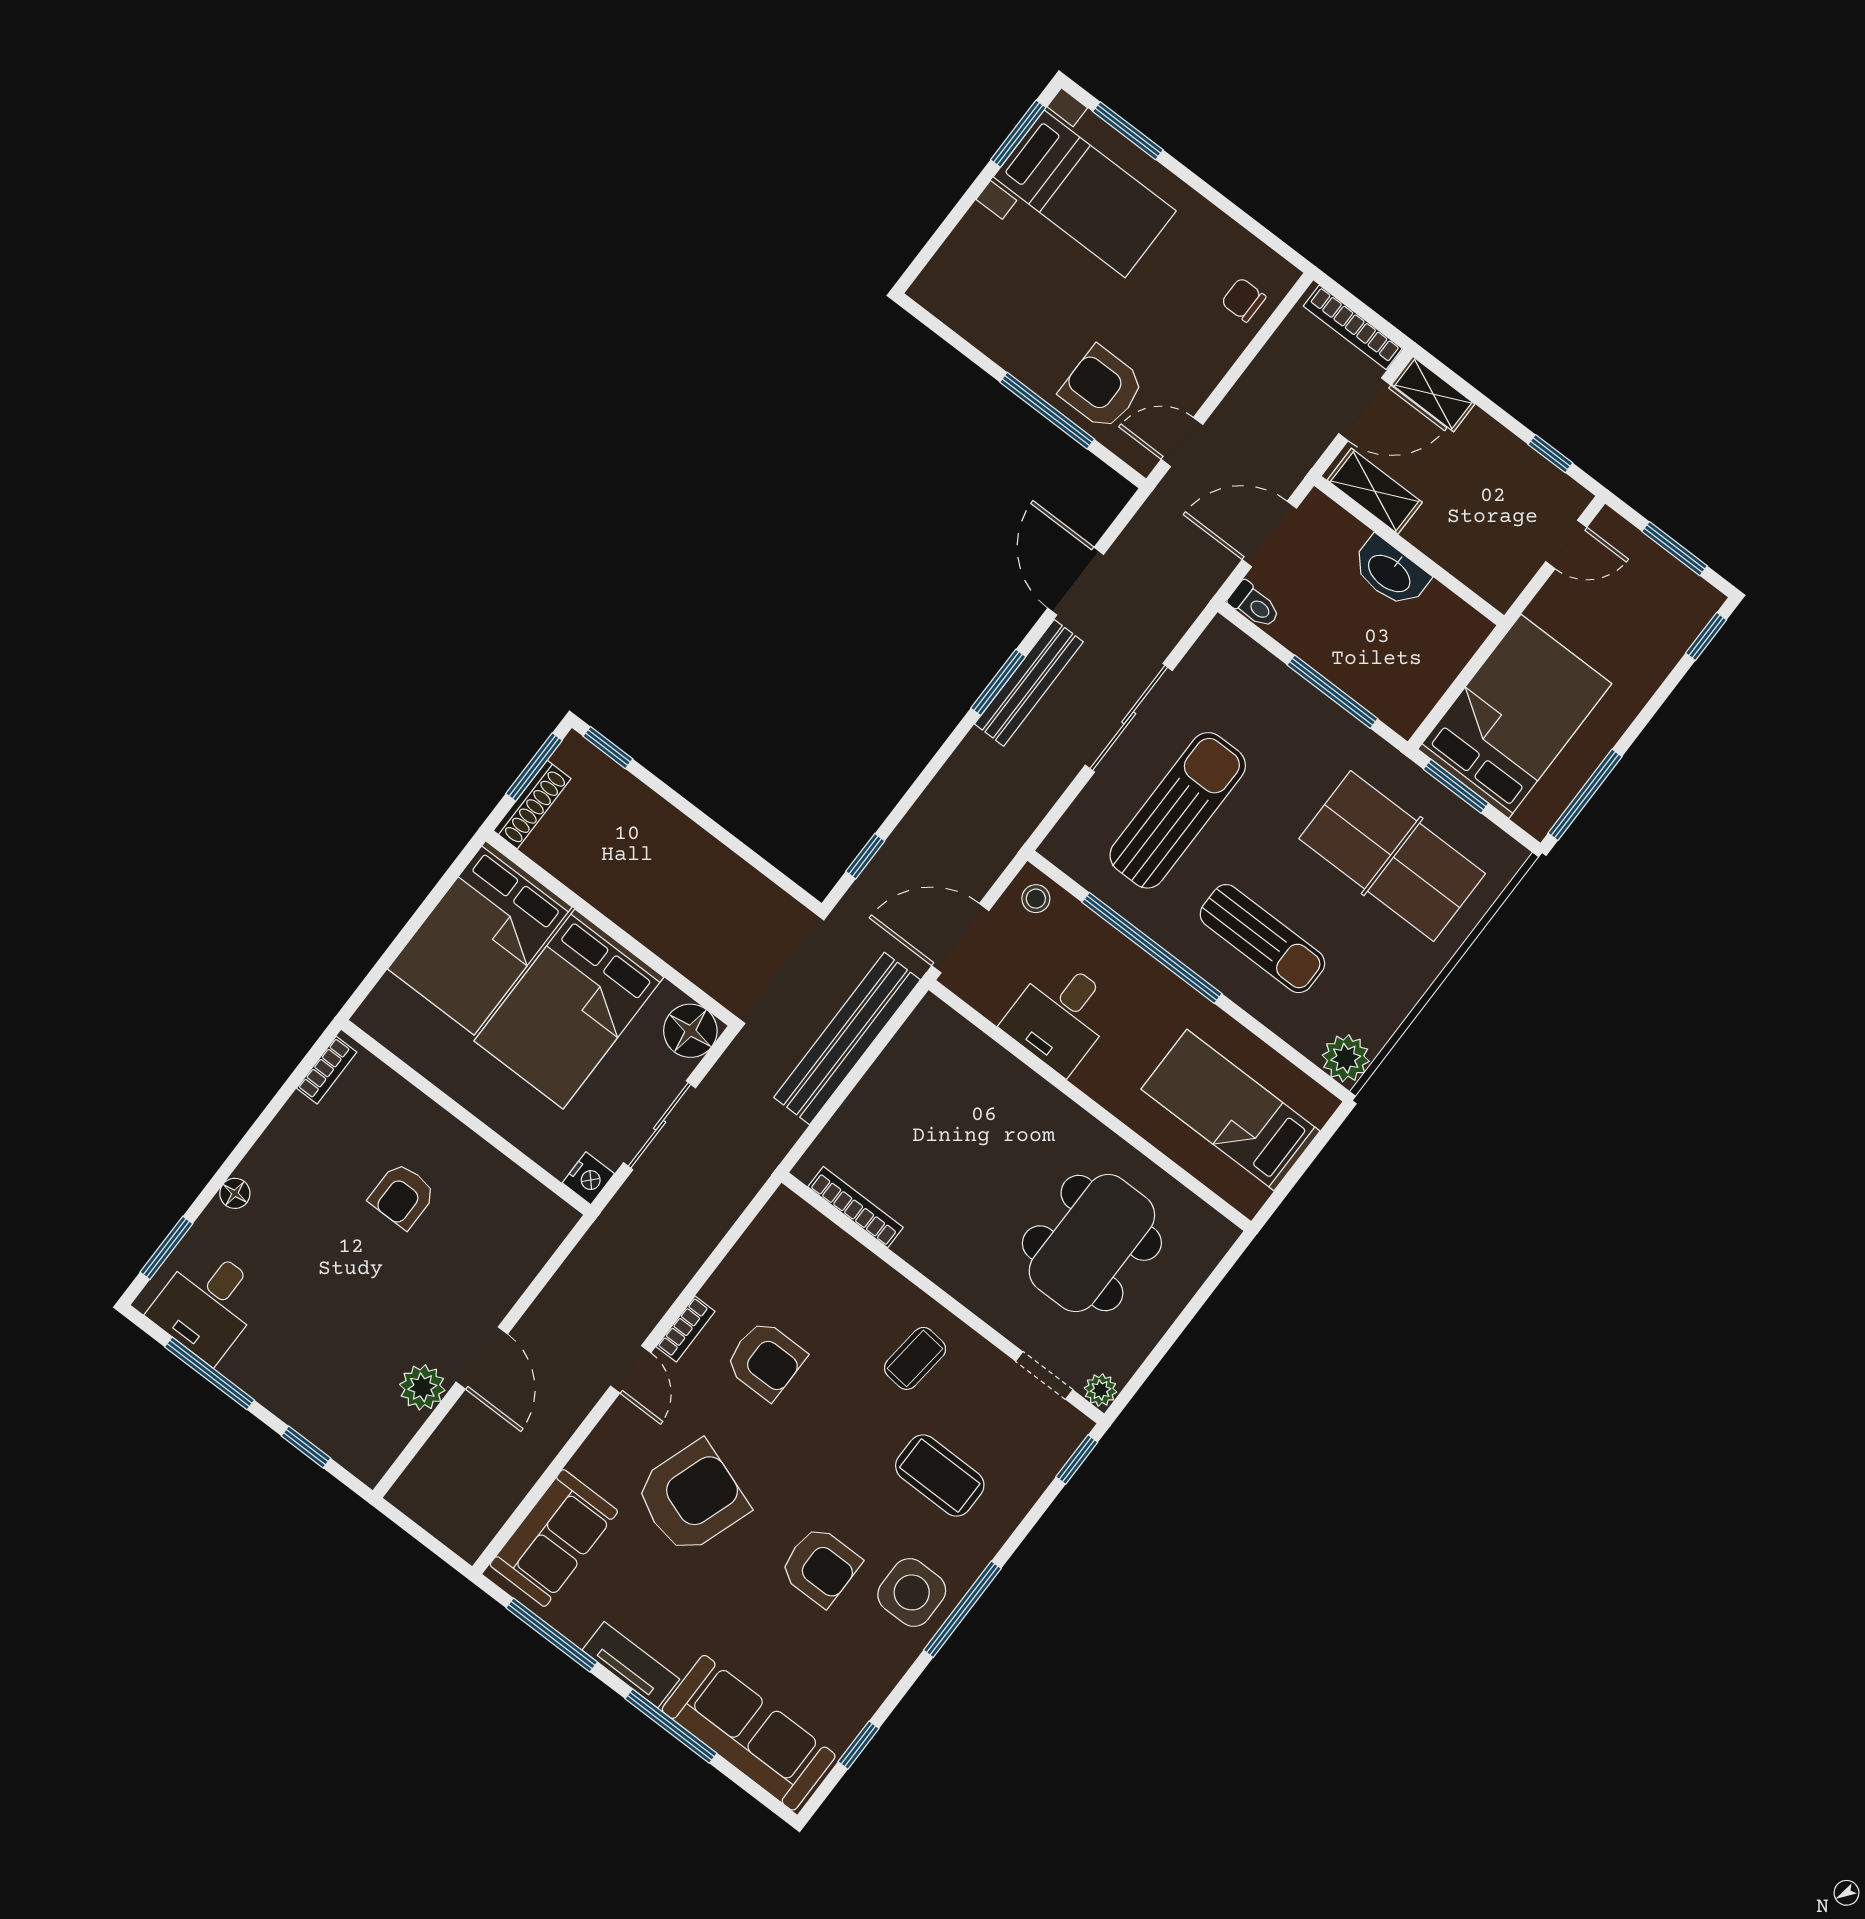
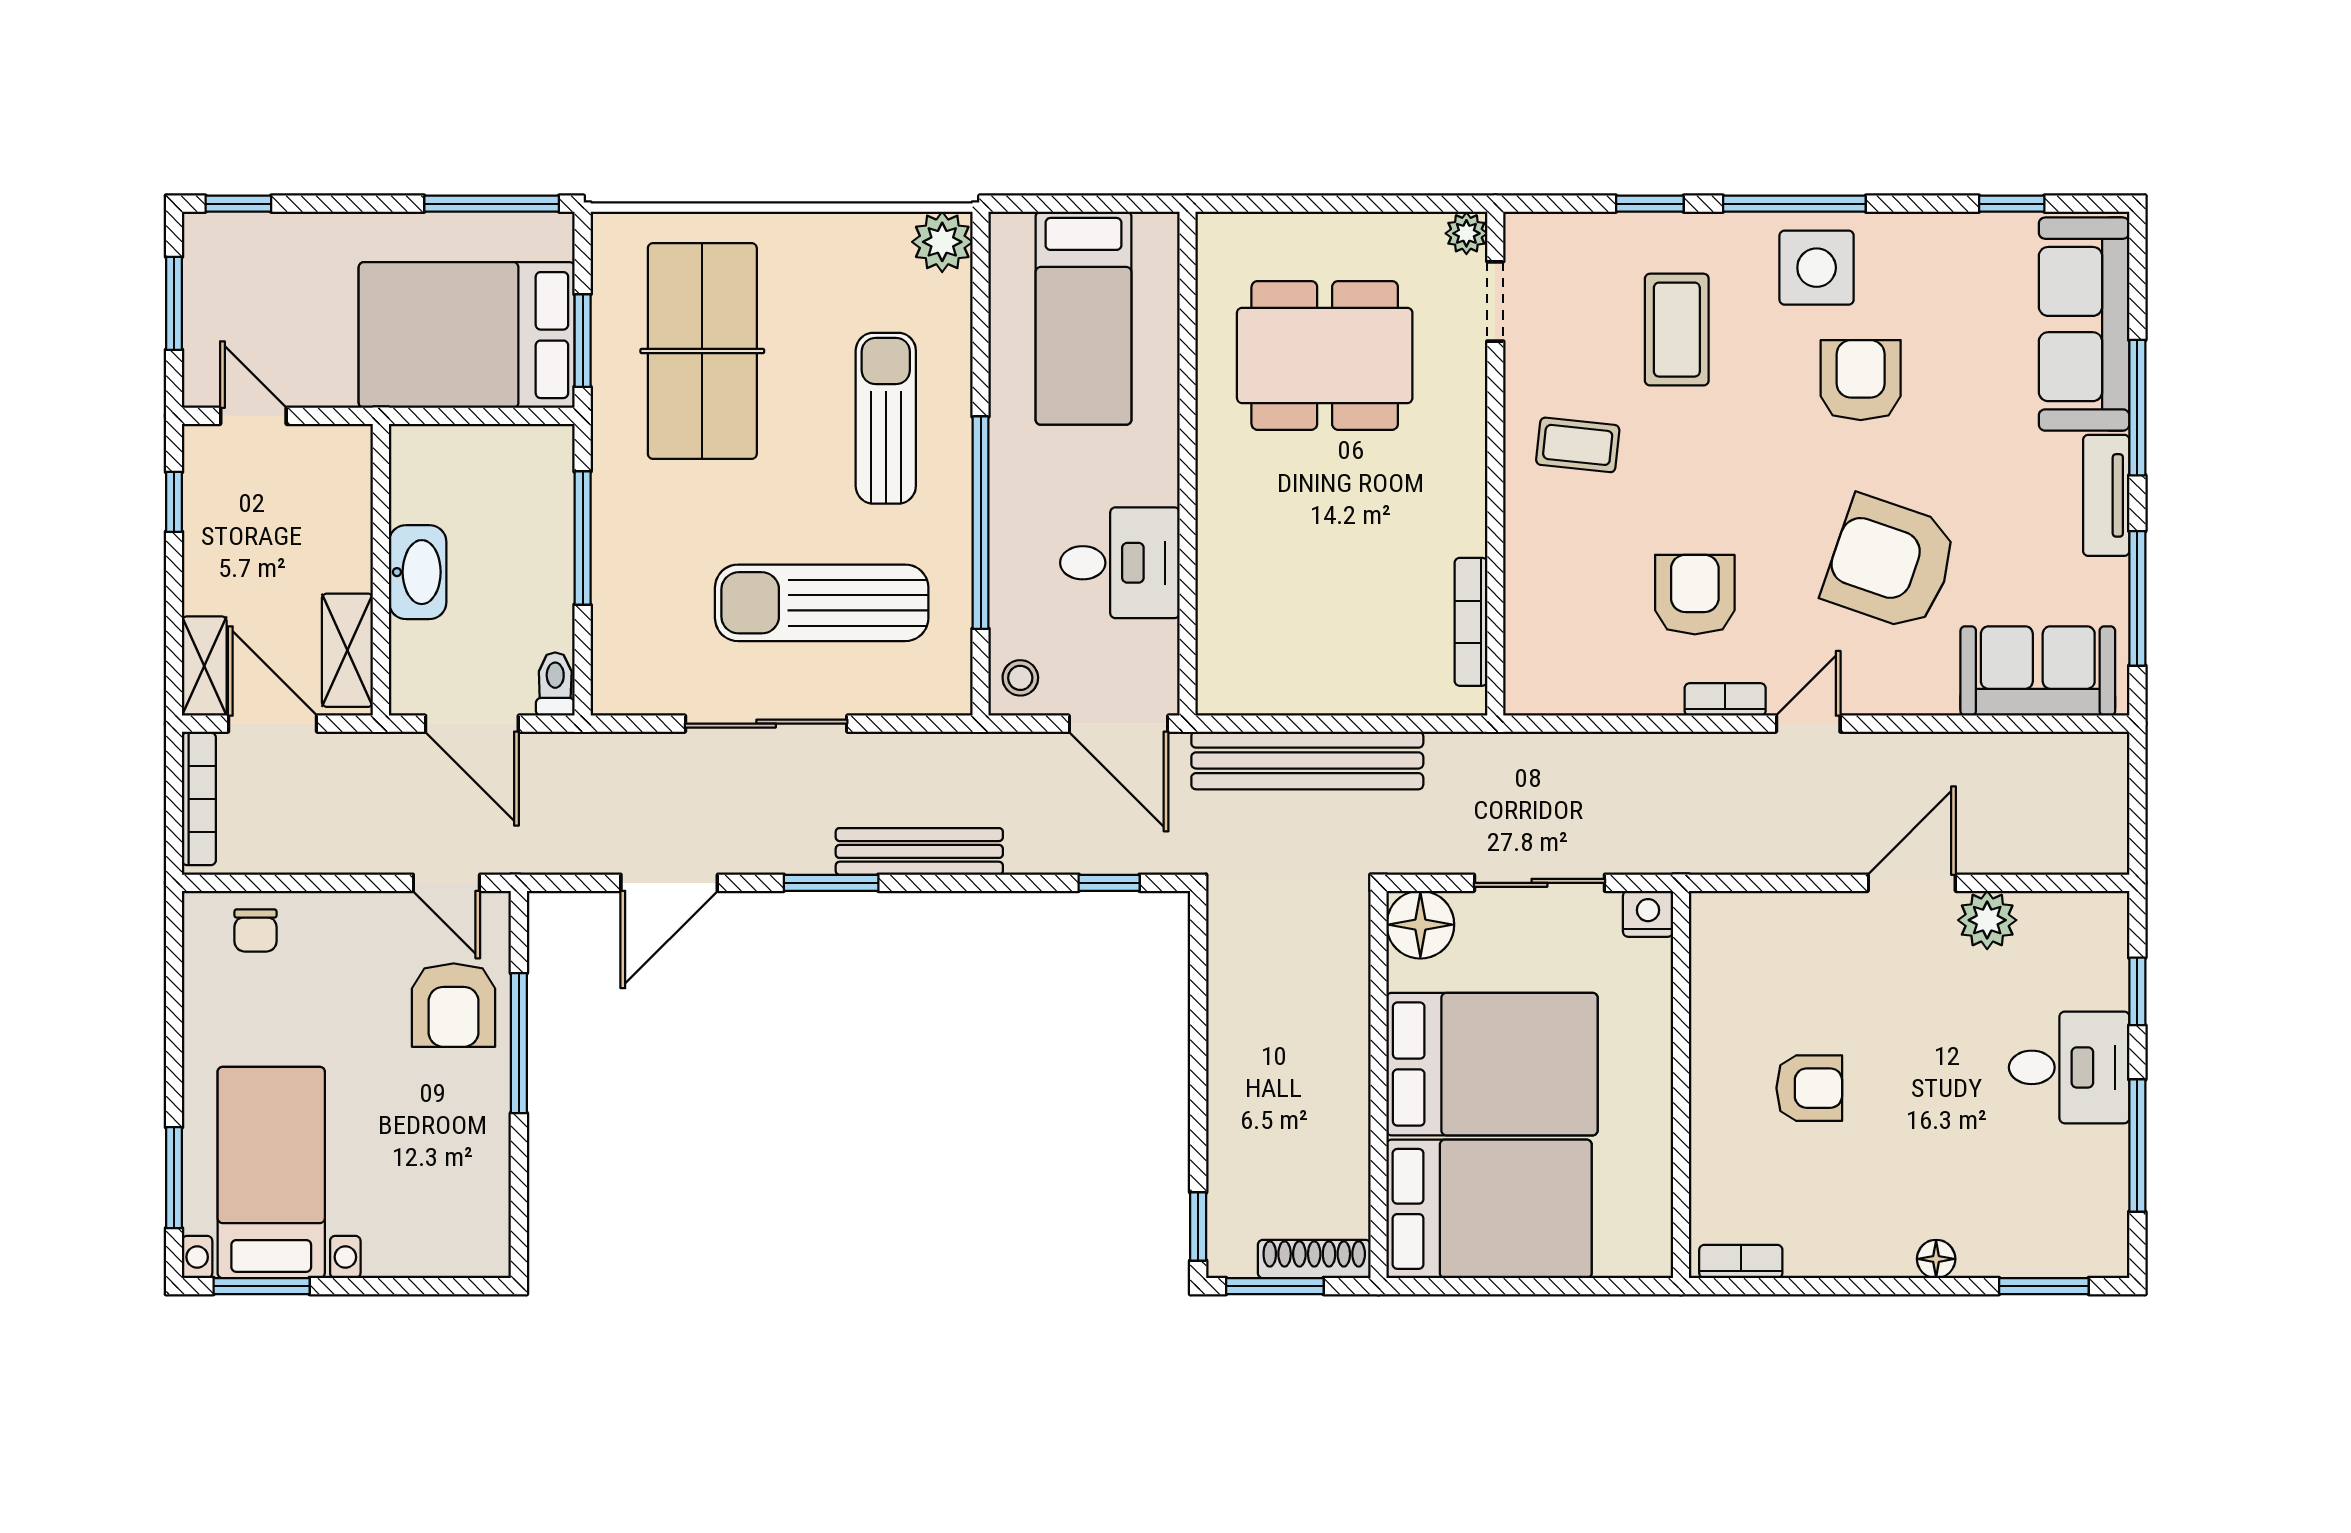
bench: (1029, 683) -> (919, 851), moved
desk: (207, 1304) -> (2069, 1067), moved
window: (1077, 1459) -> (1650, 204), moved

